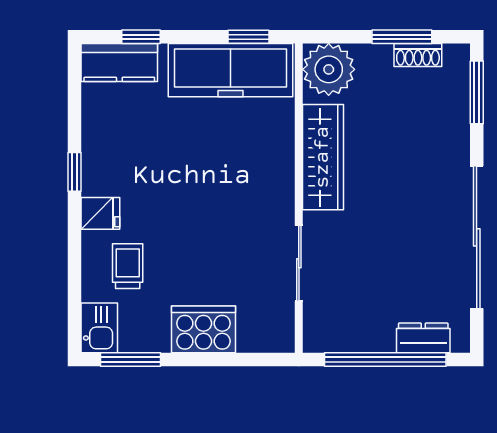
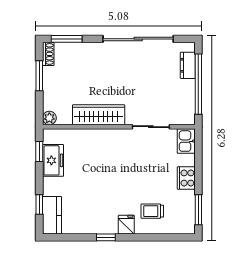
shoe rack: (418, 55) -> (48, 54), moved
plant: (329, 69) -> (49, 118), width x0.53, depth x0.53
freezer: (231, 70) -> (53, 160), width x0.52, depth x0.79
kitchen sink: (99, 328) -> (186, 141), moved, turned -90
cooker: (204, 329) -> (186, 178), width x0.73, depth x0.76

